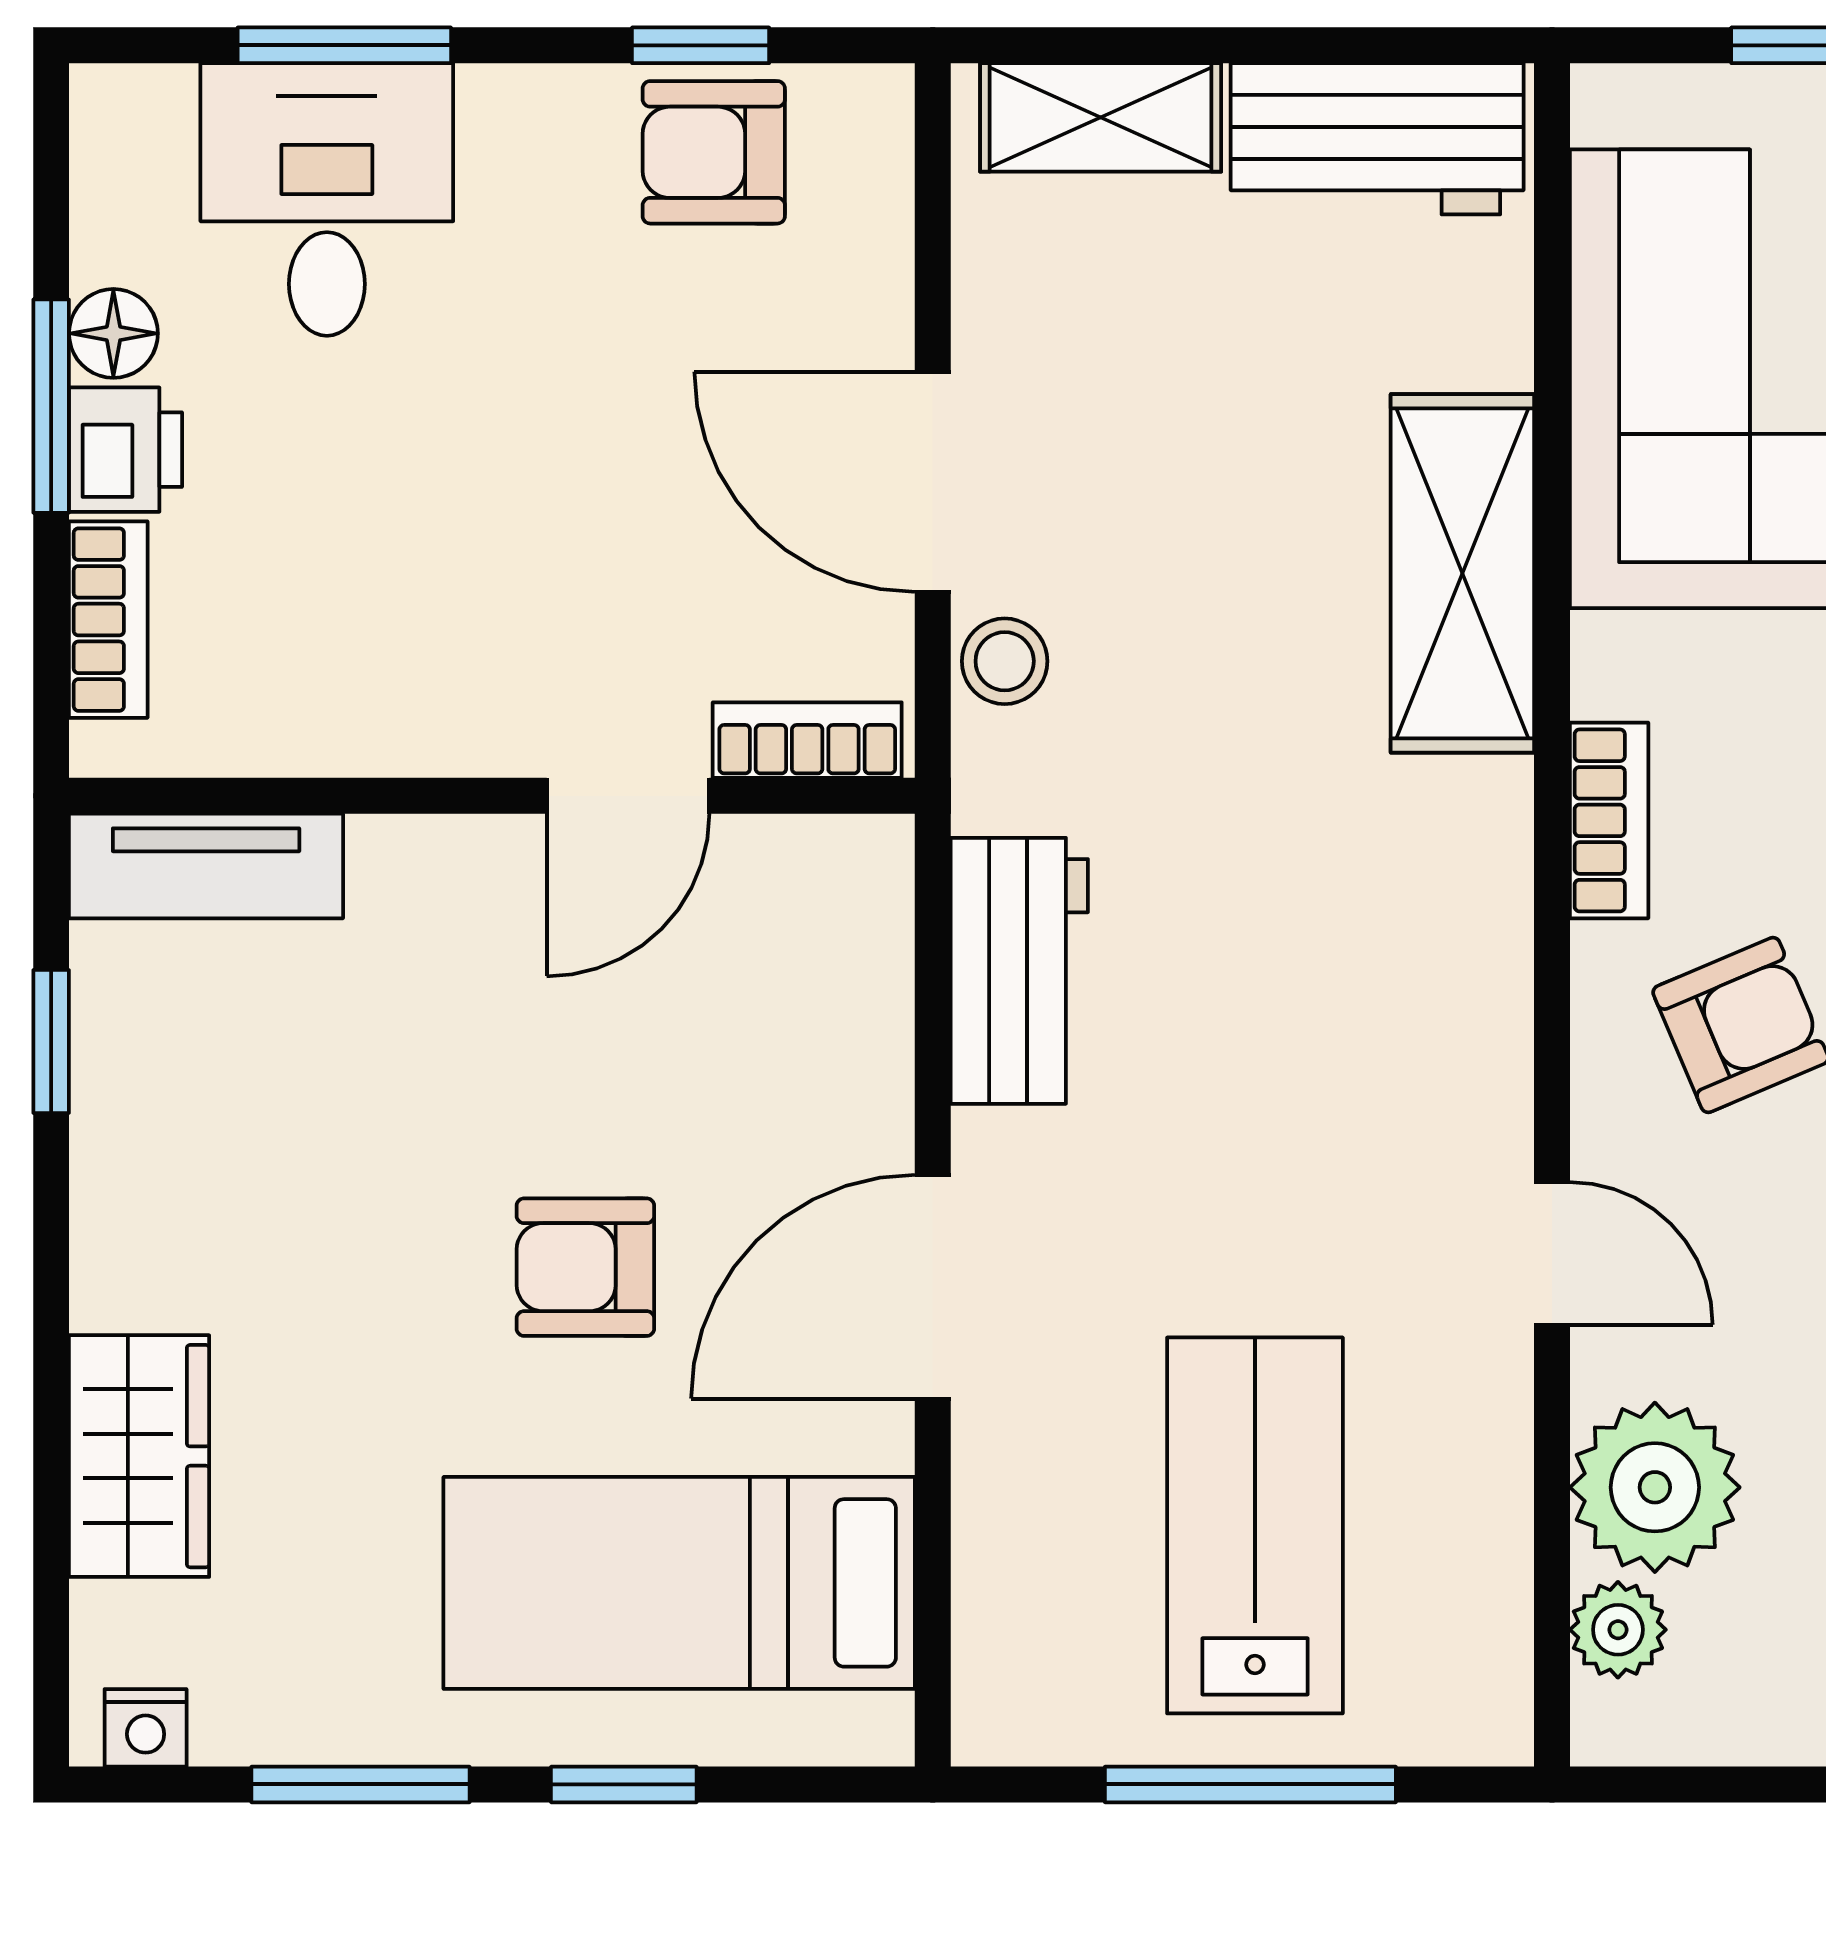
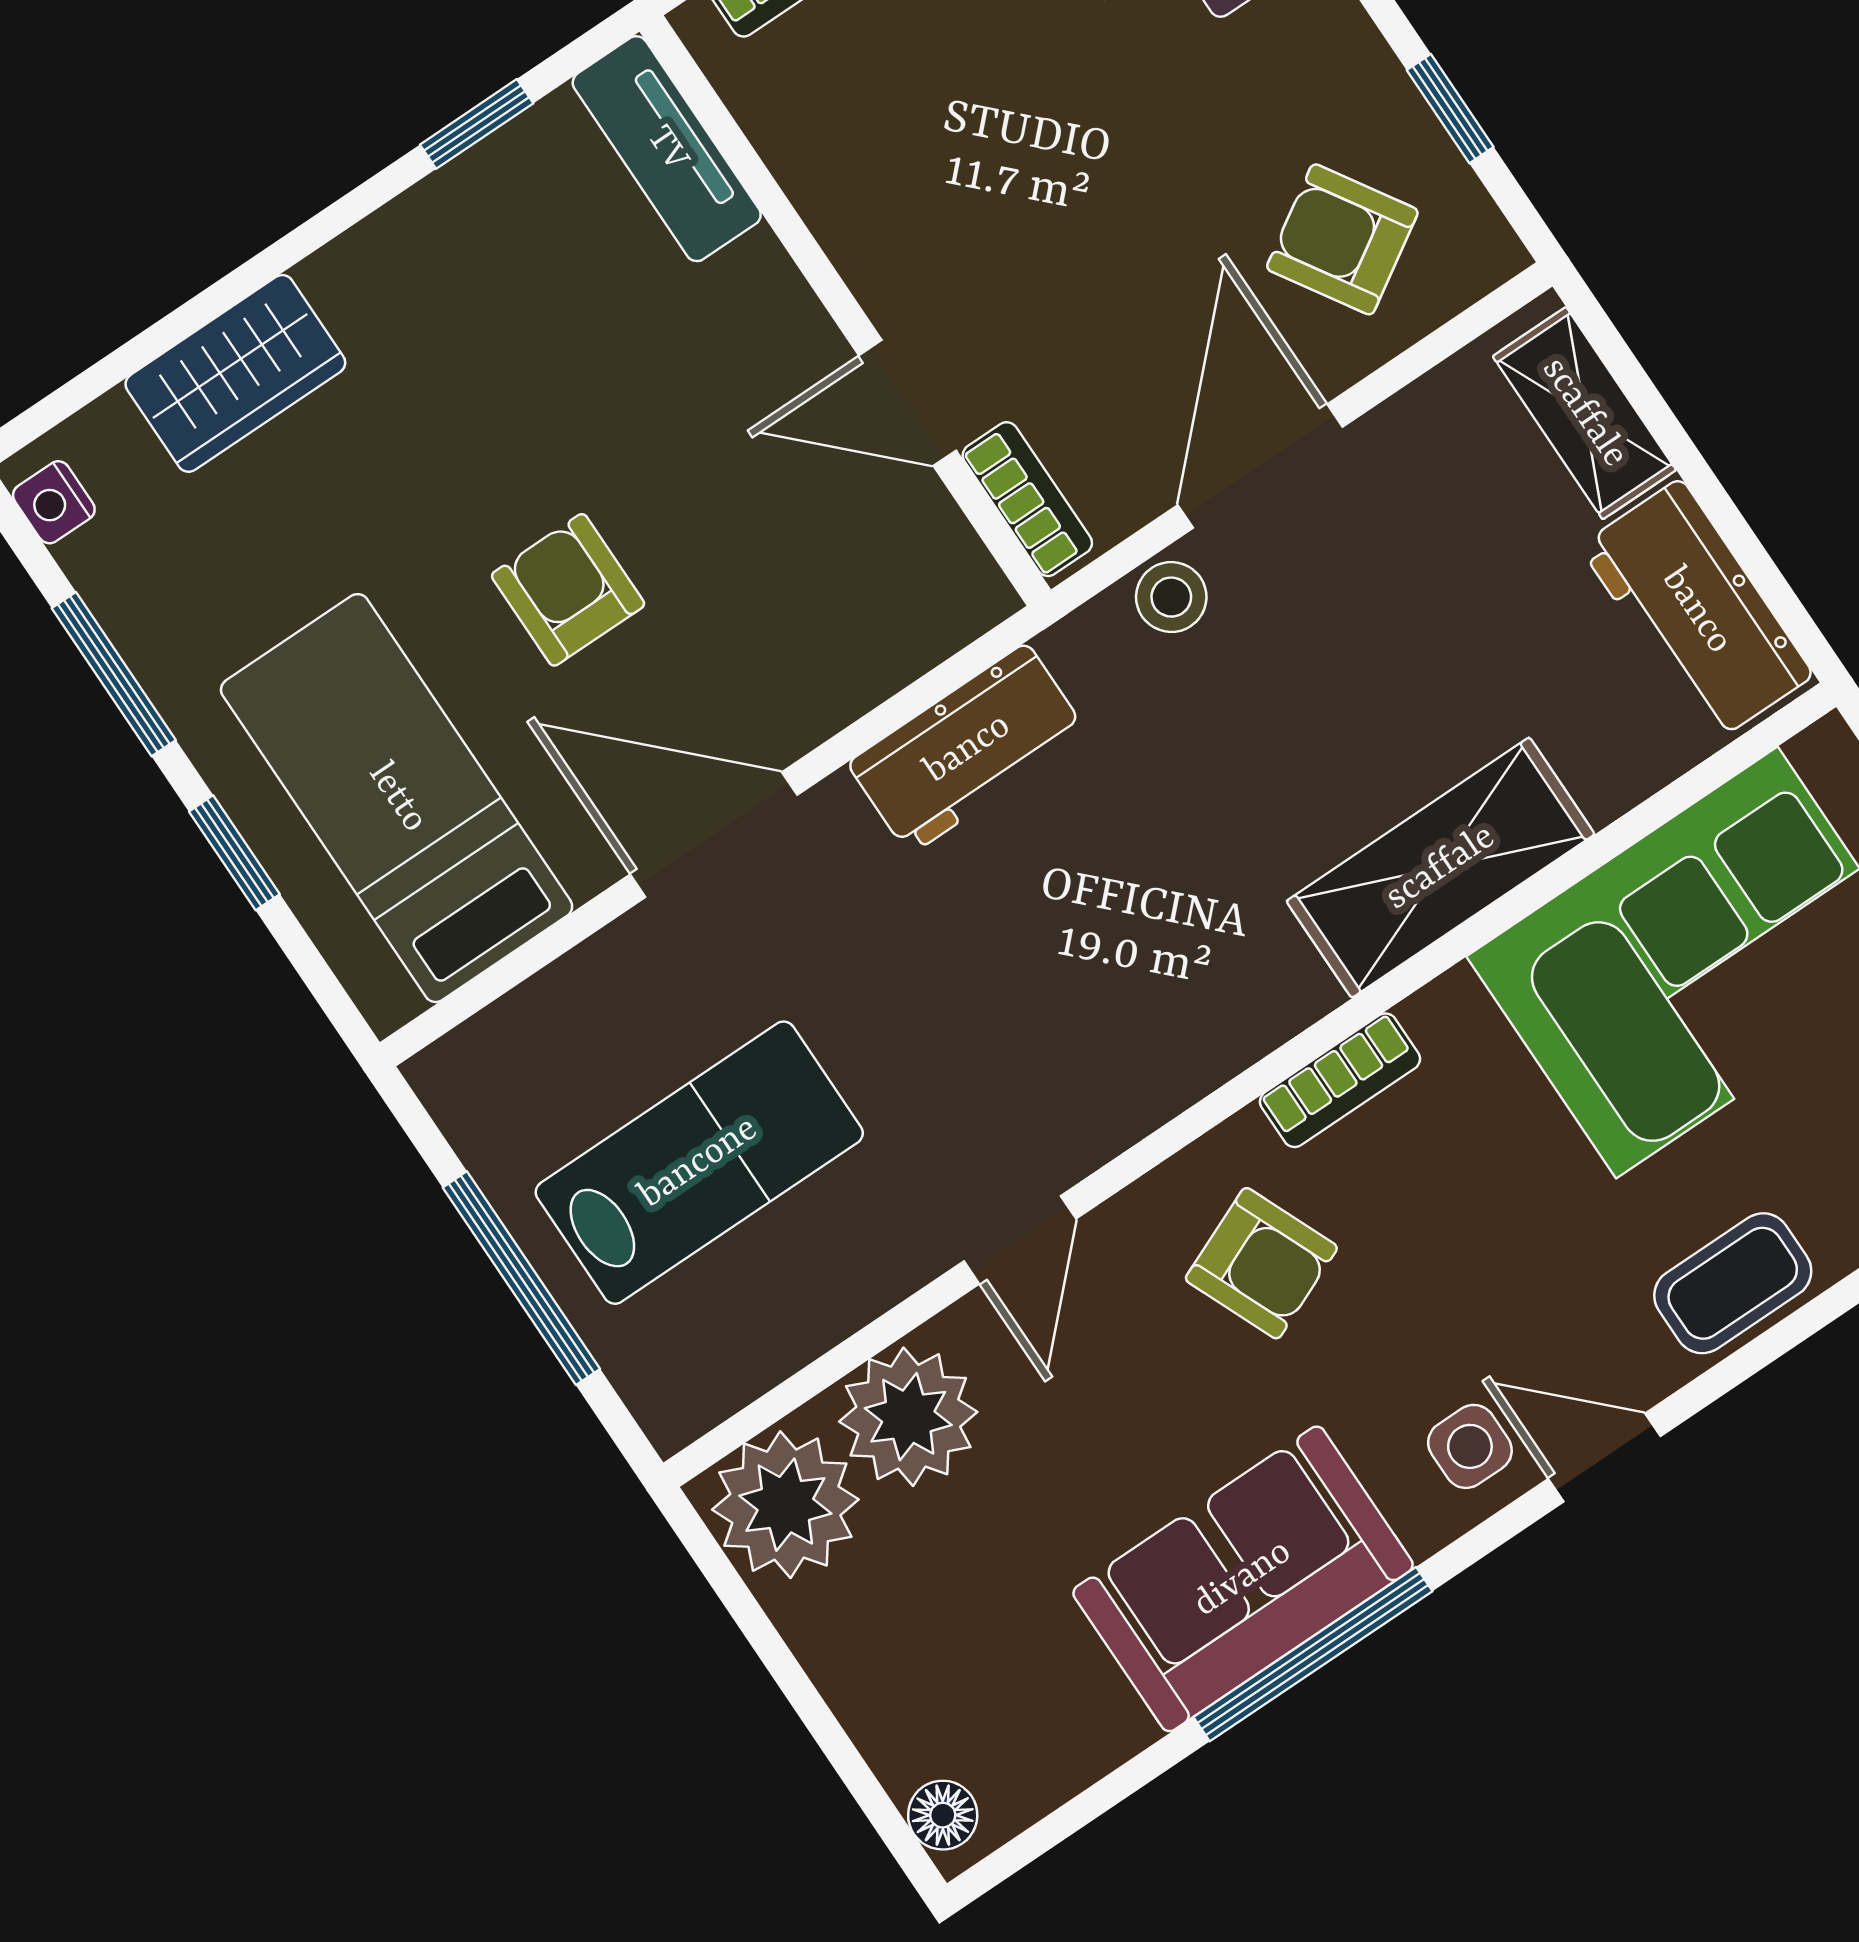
armchair: (714, 152) -> (1342, 239), moved, turned -32
plant: (1618, 1630) -> (785, 1505), width x1.87, depth x1.87

